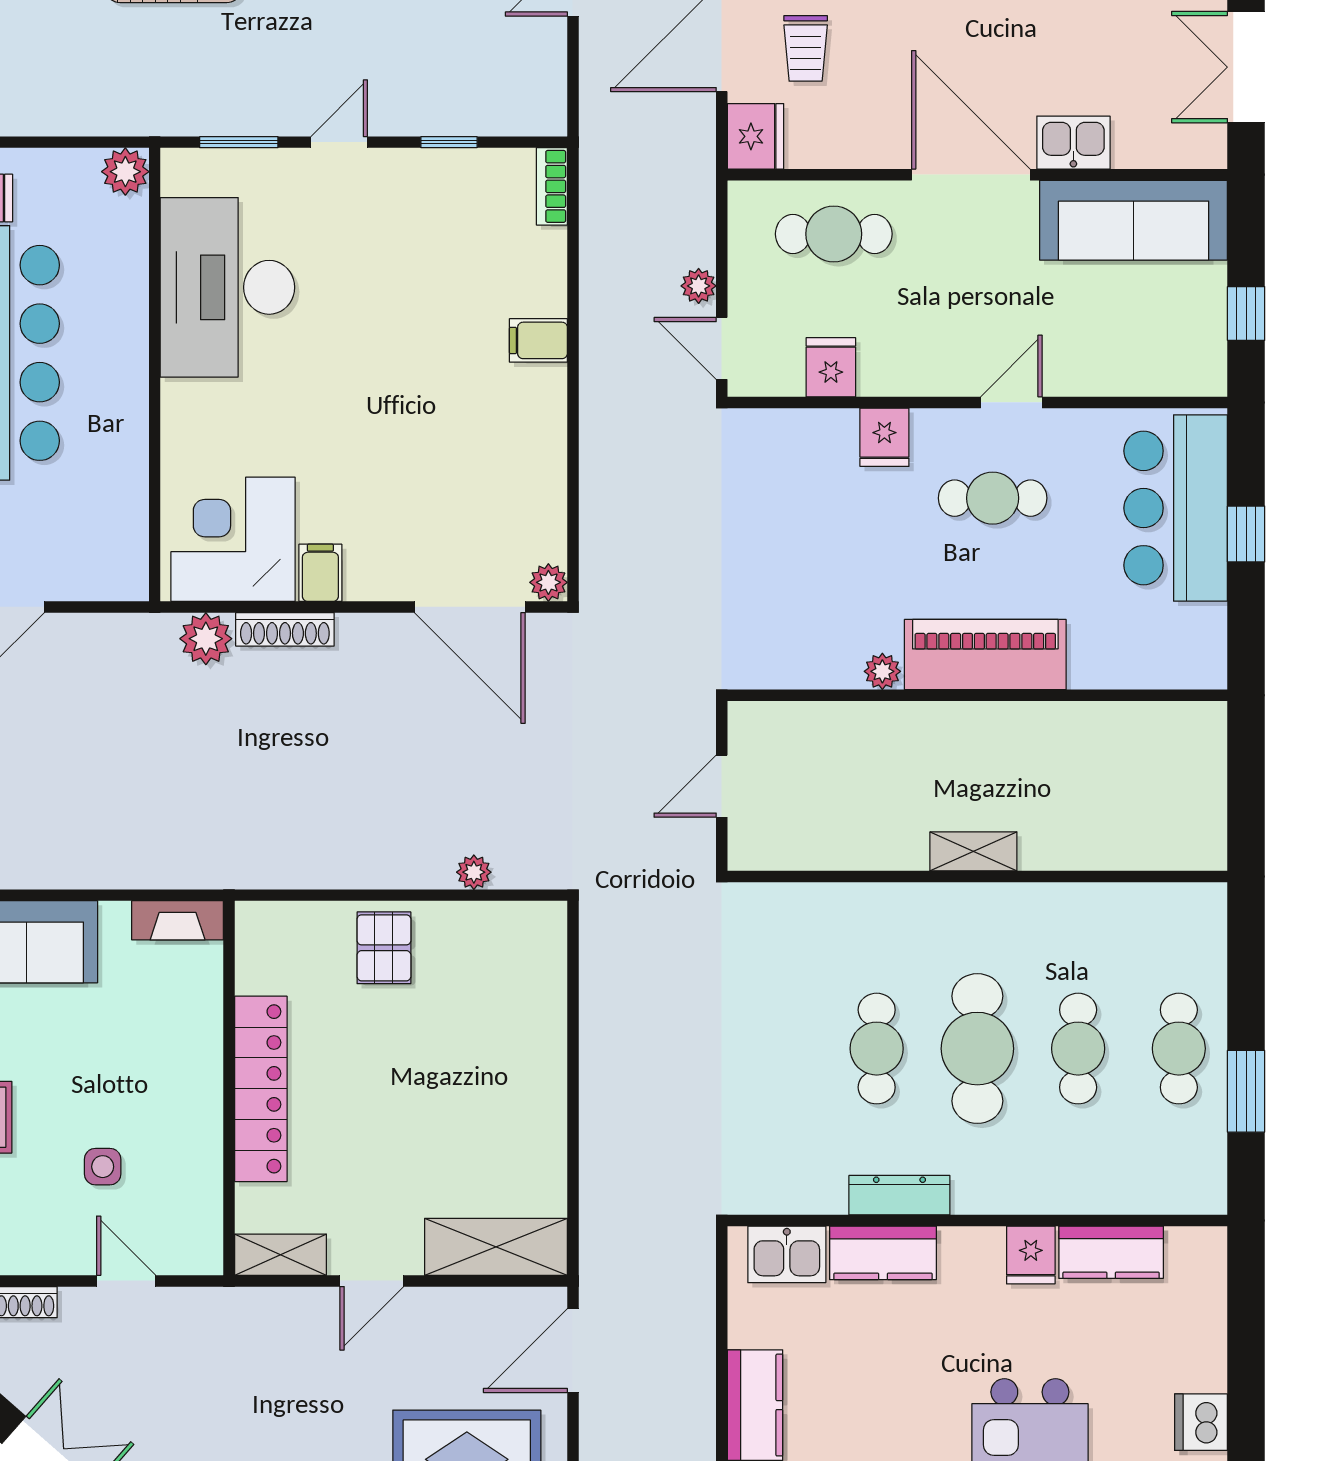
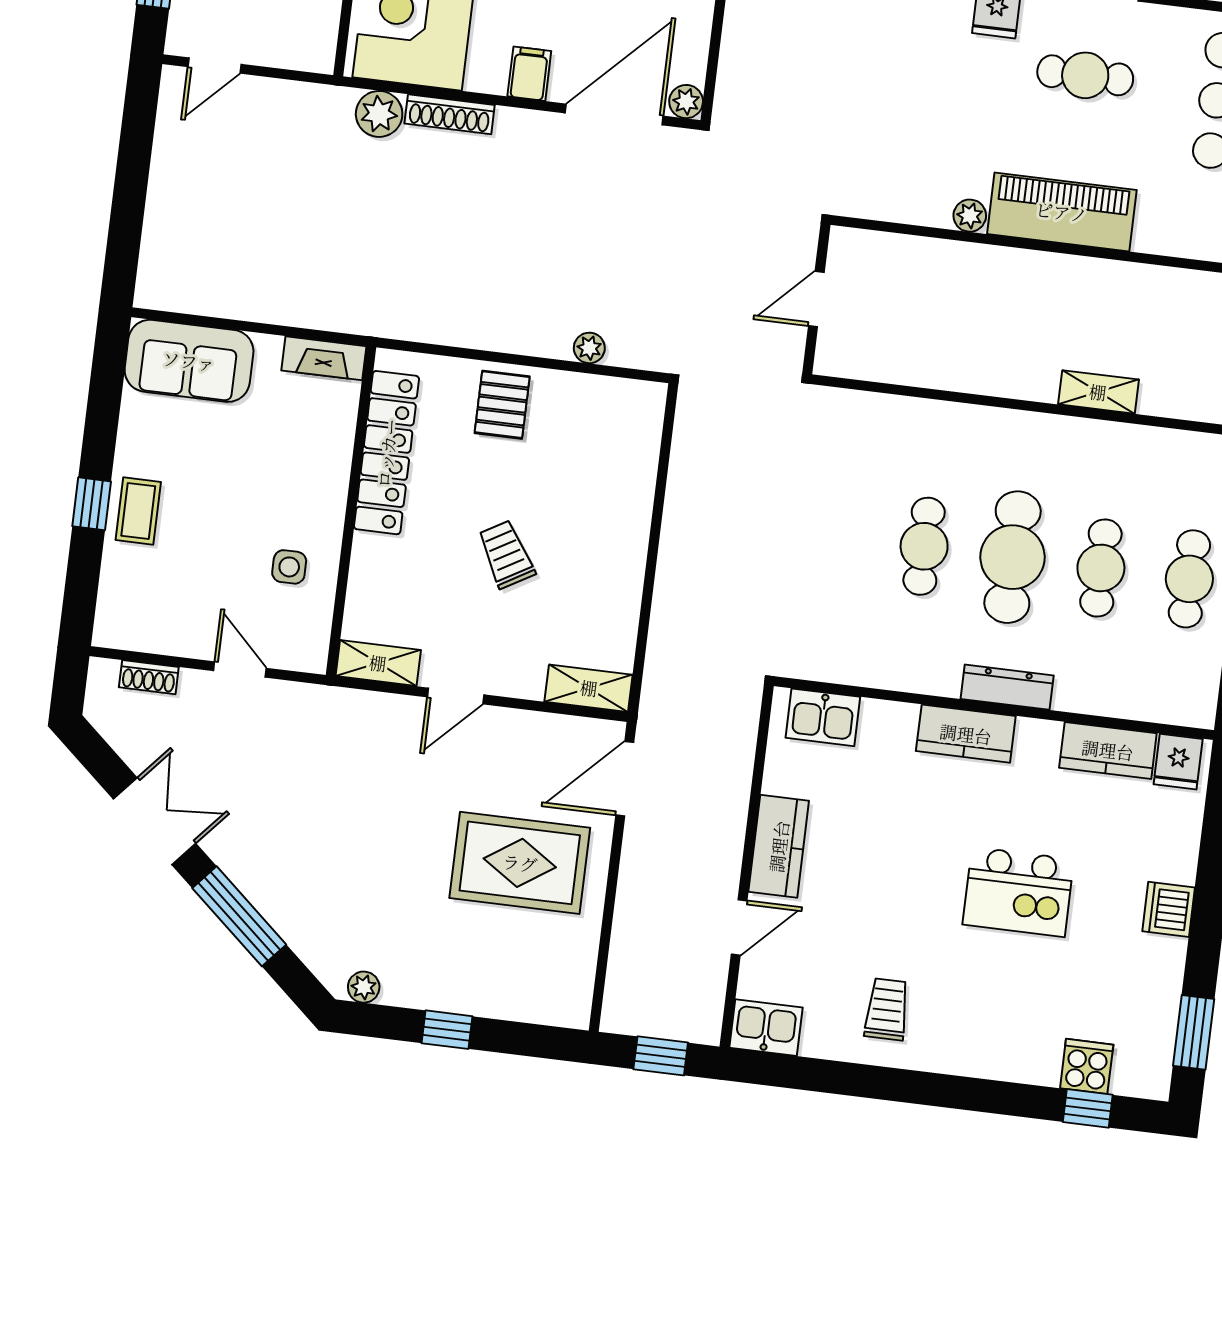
filing cabinet: (320, 573) -> (529, 74), moved
door: (470, 607) -> (614, 115), swing flipped
shelving: (973, 851) -> (1098, 392), moved
locker: (261, 1089) -> (387, 453), moved
trolley: (409, 1115) -> (506, 554), added
side table: (103, 1167) -> (289, 567), moved
dresser: (899, 1195) -> (1007, 687), moved
shelving: (496, 1247) -> (589, 688), width x0.67, depth x0.75
kitchen counter: (883, 1253) -> (966, 734), moved
fridge: (1031, 1255) -> (1178, 762), moved

